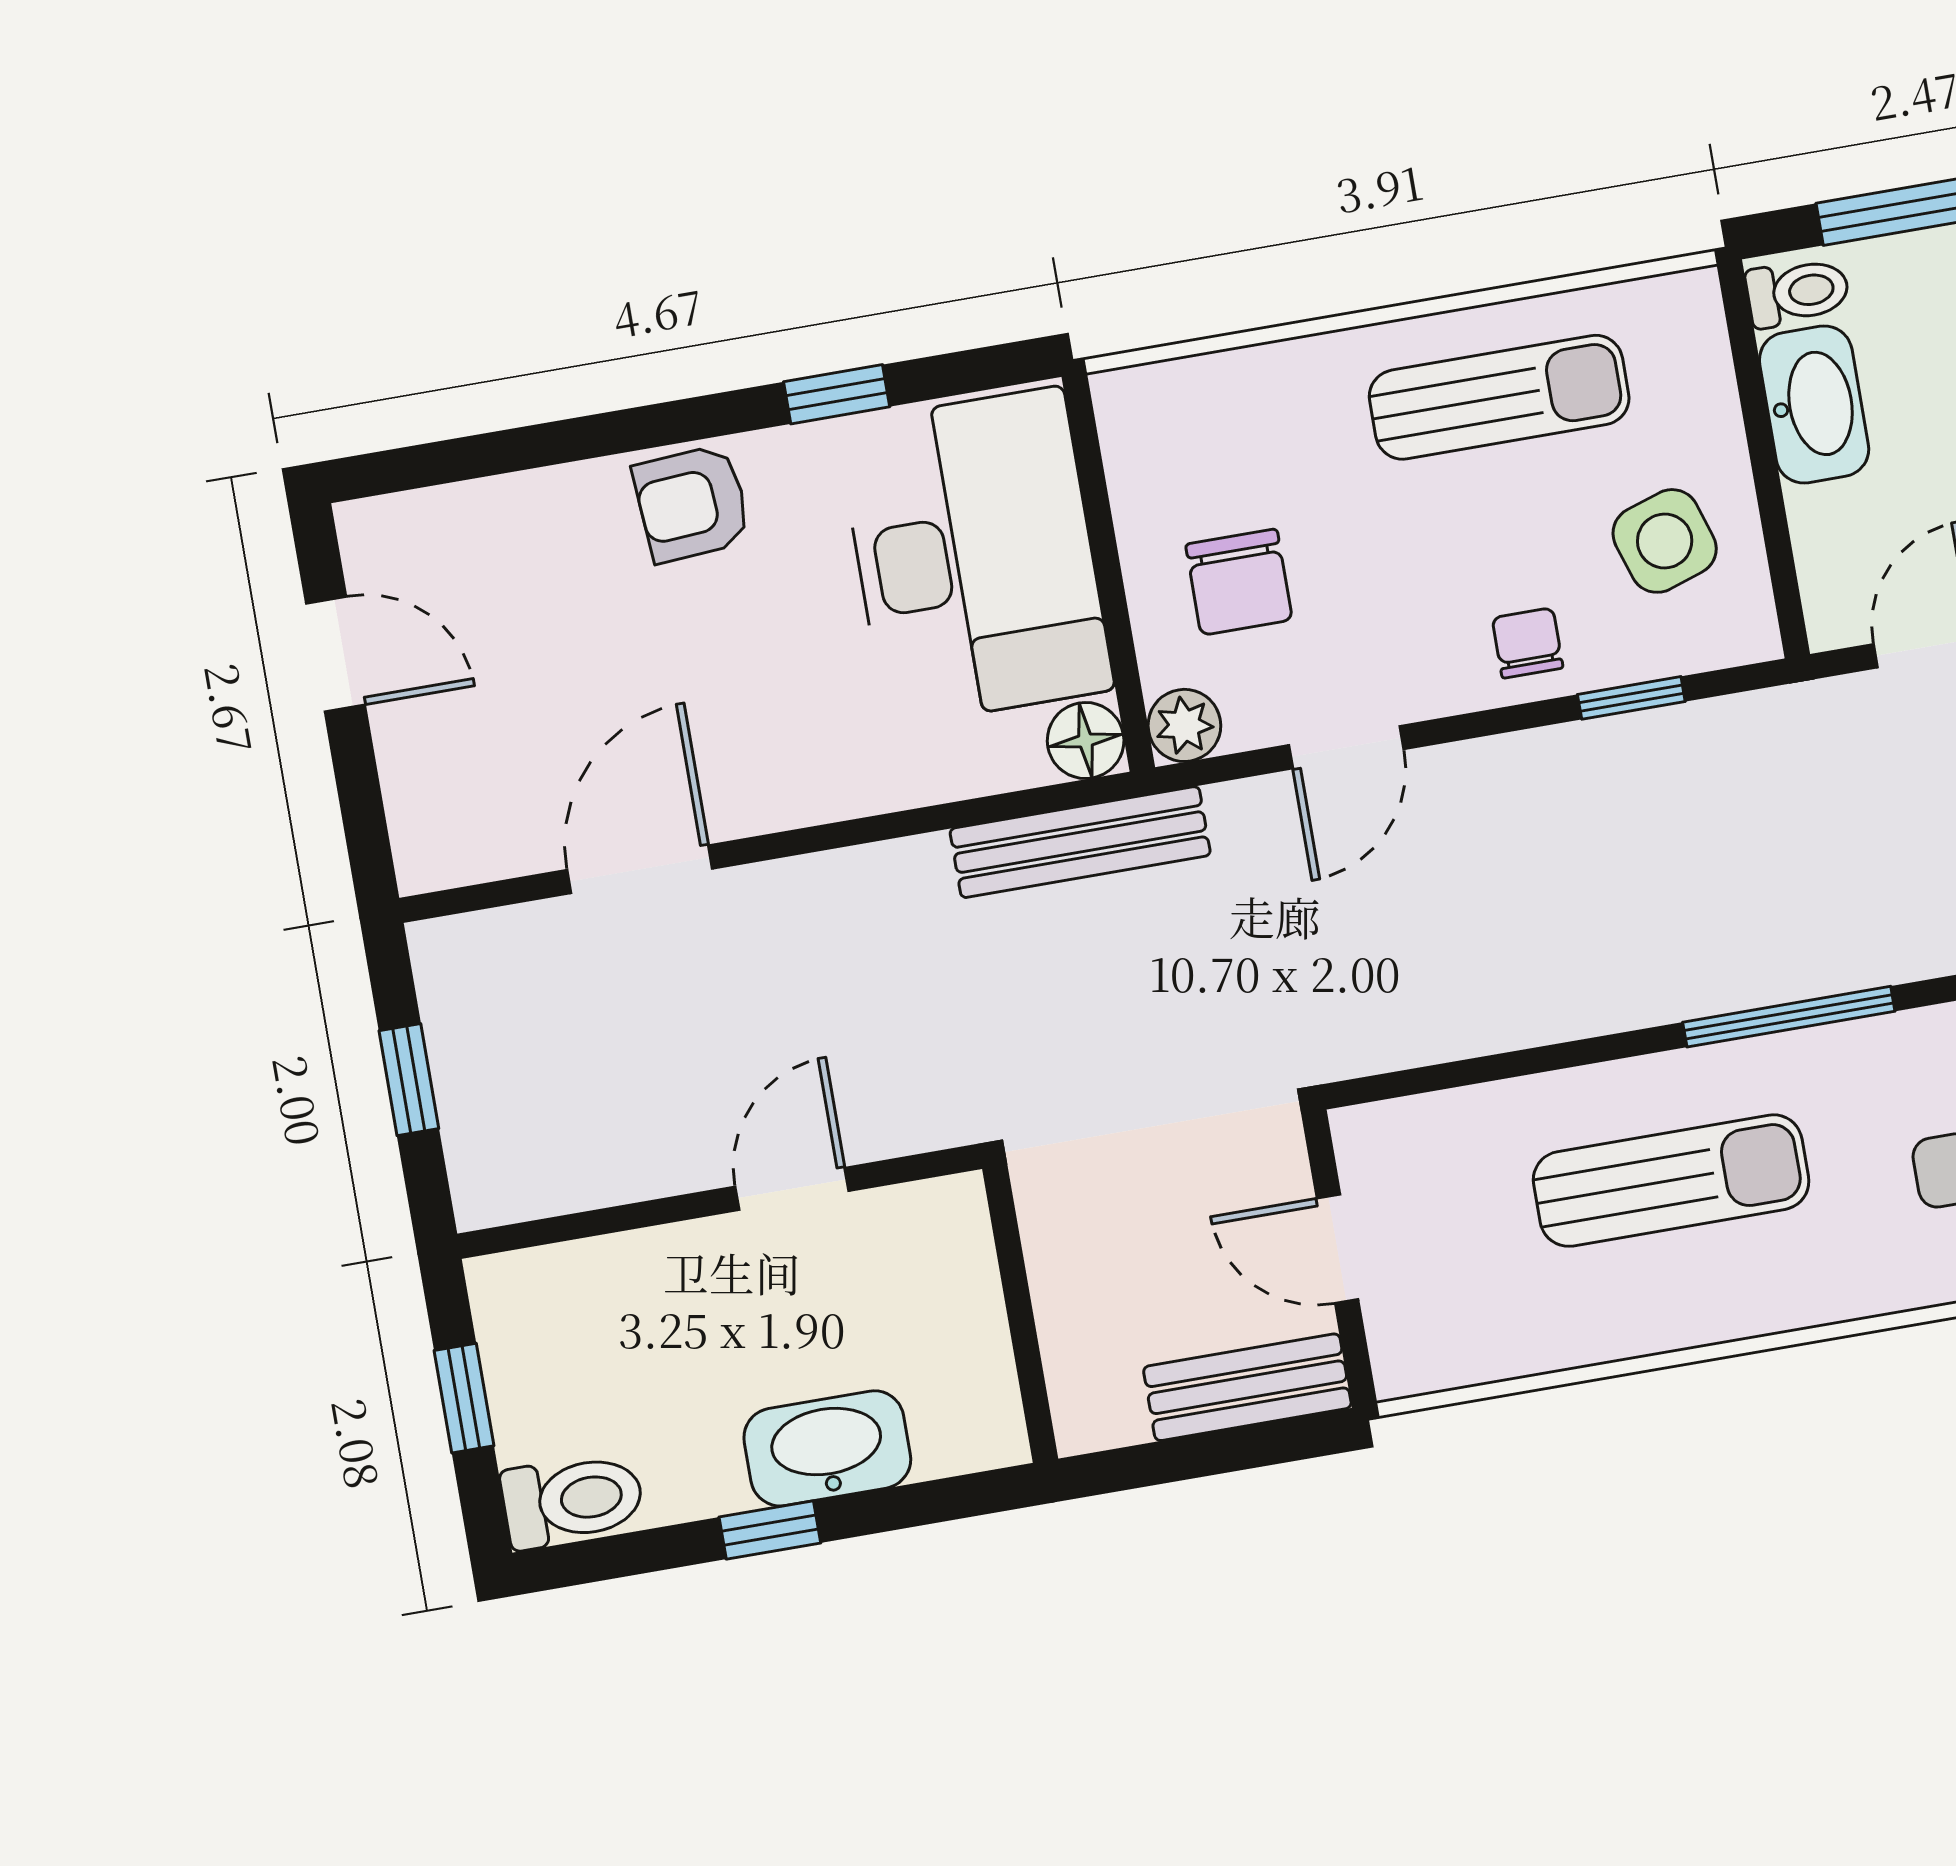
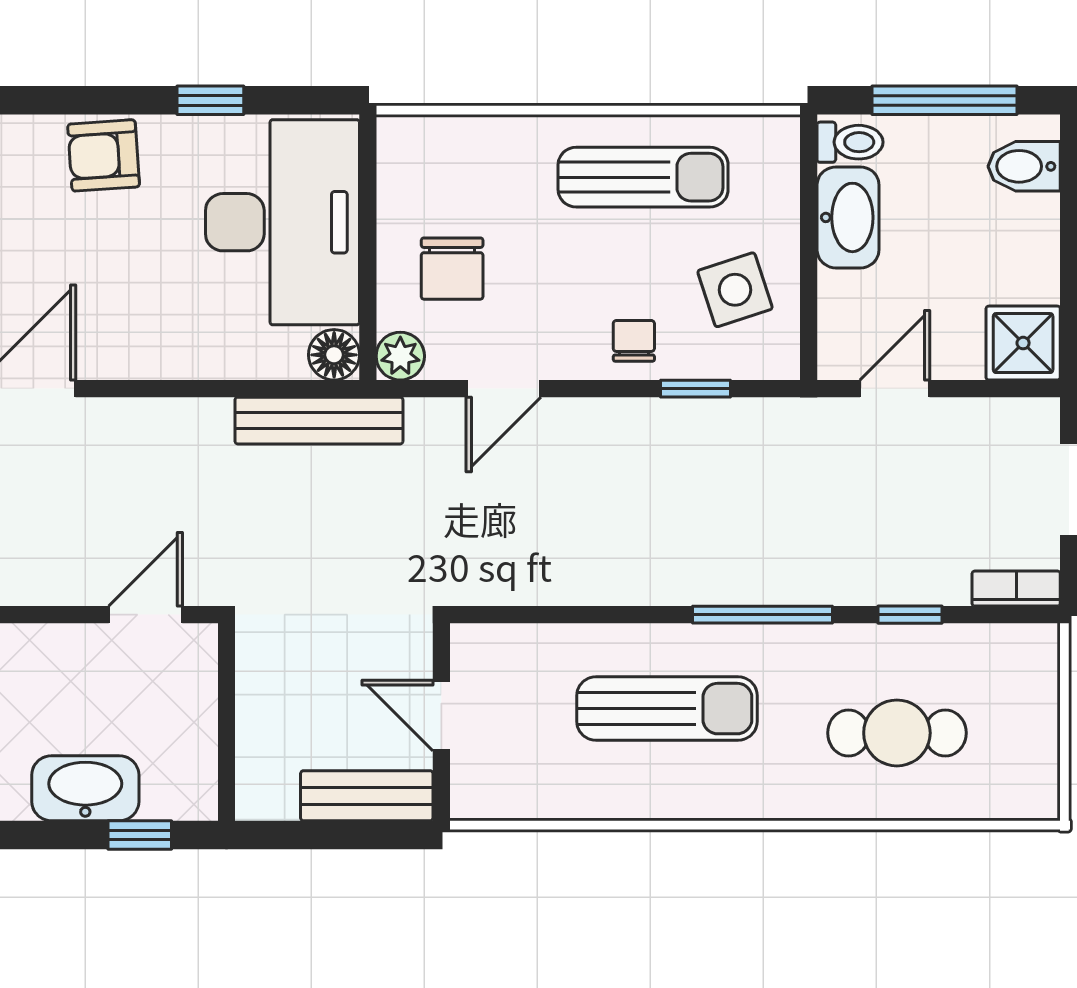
door: (792, 1189) -> (146, 615), moved
window: (770, 1530) -> (140, 835), moved

